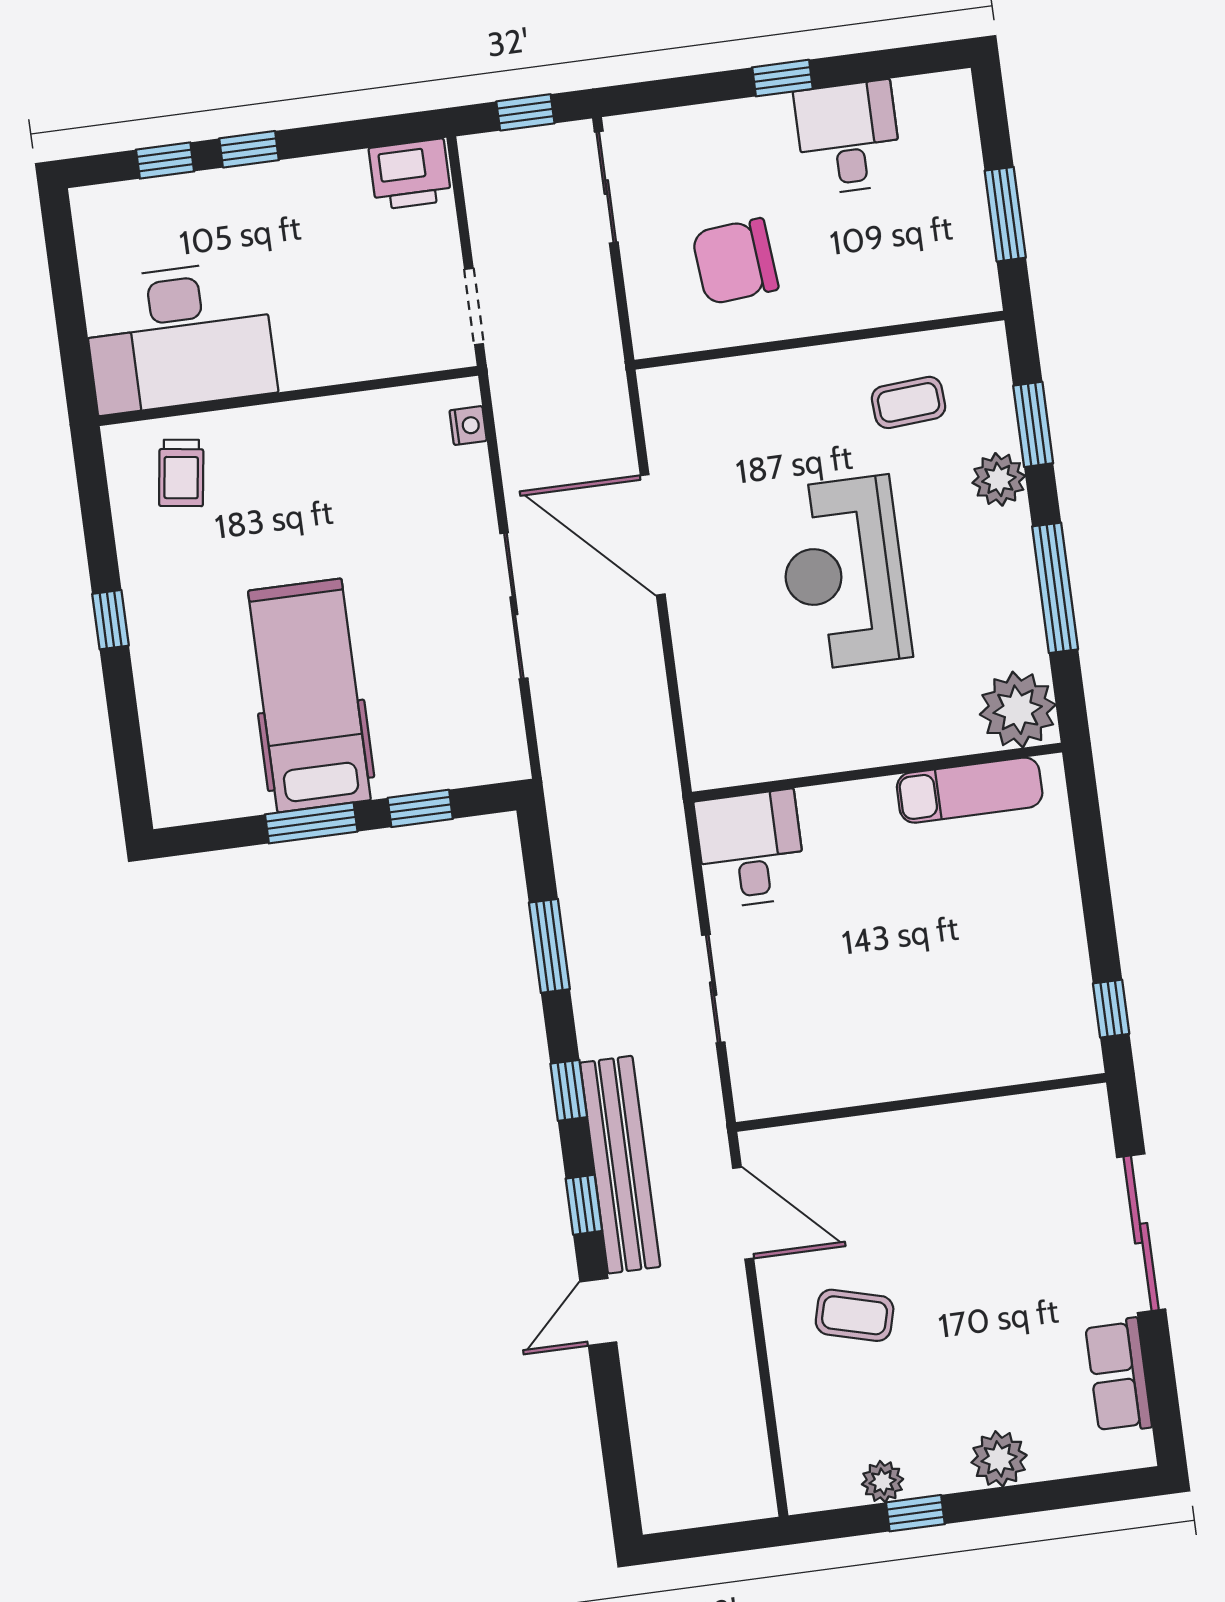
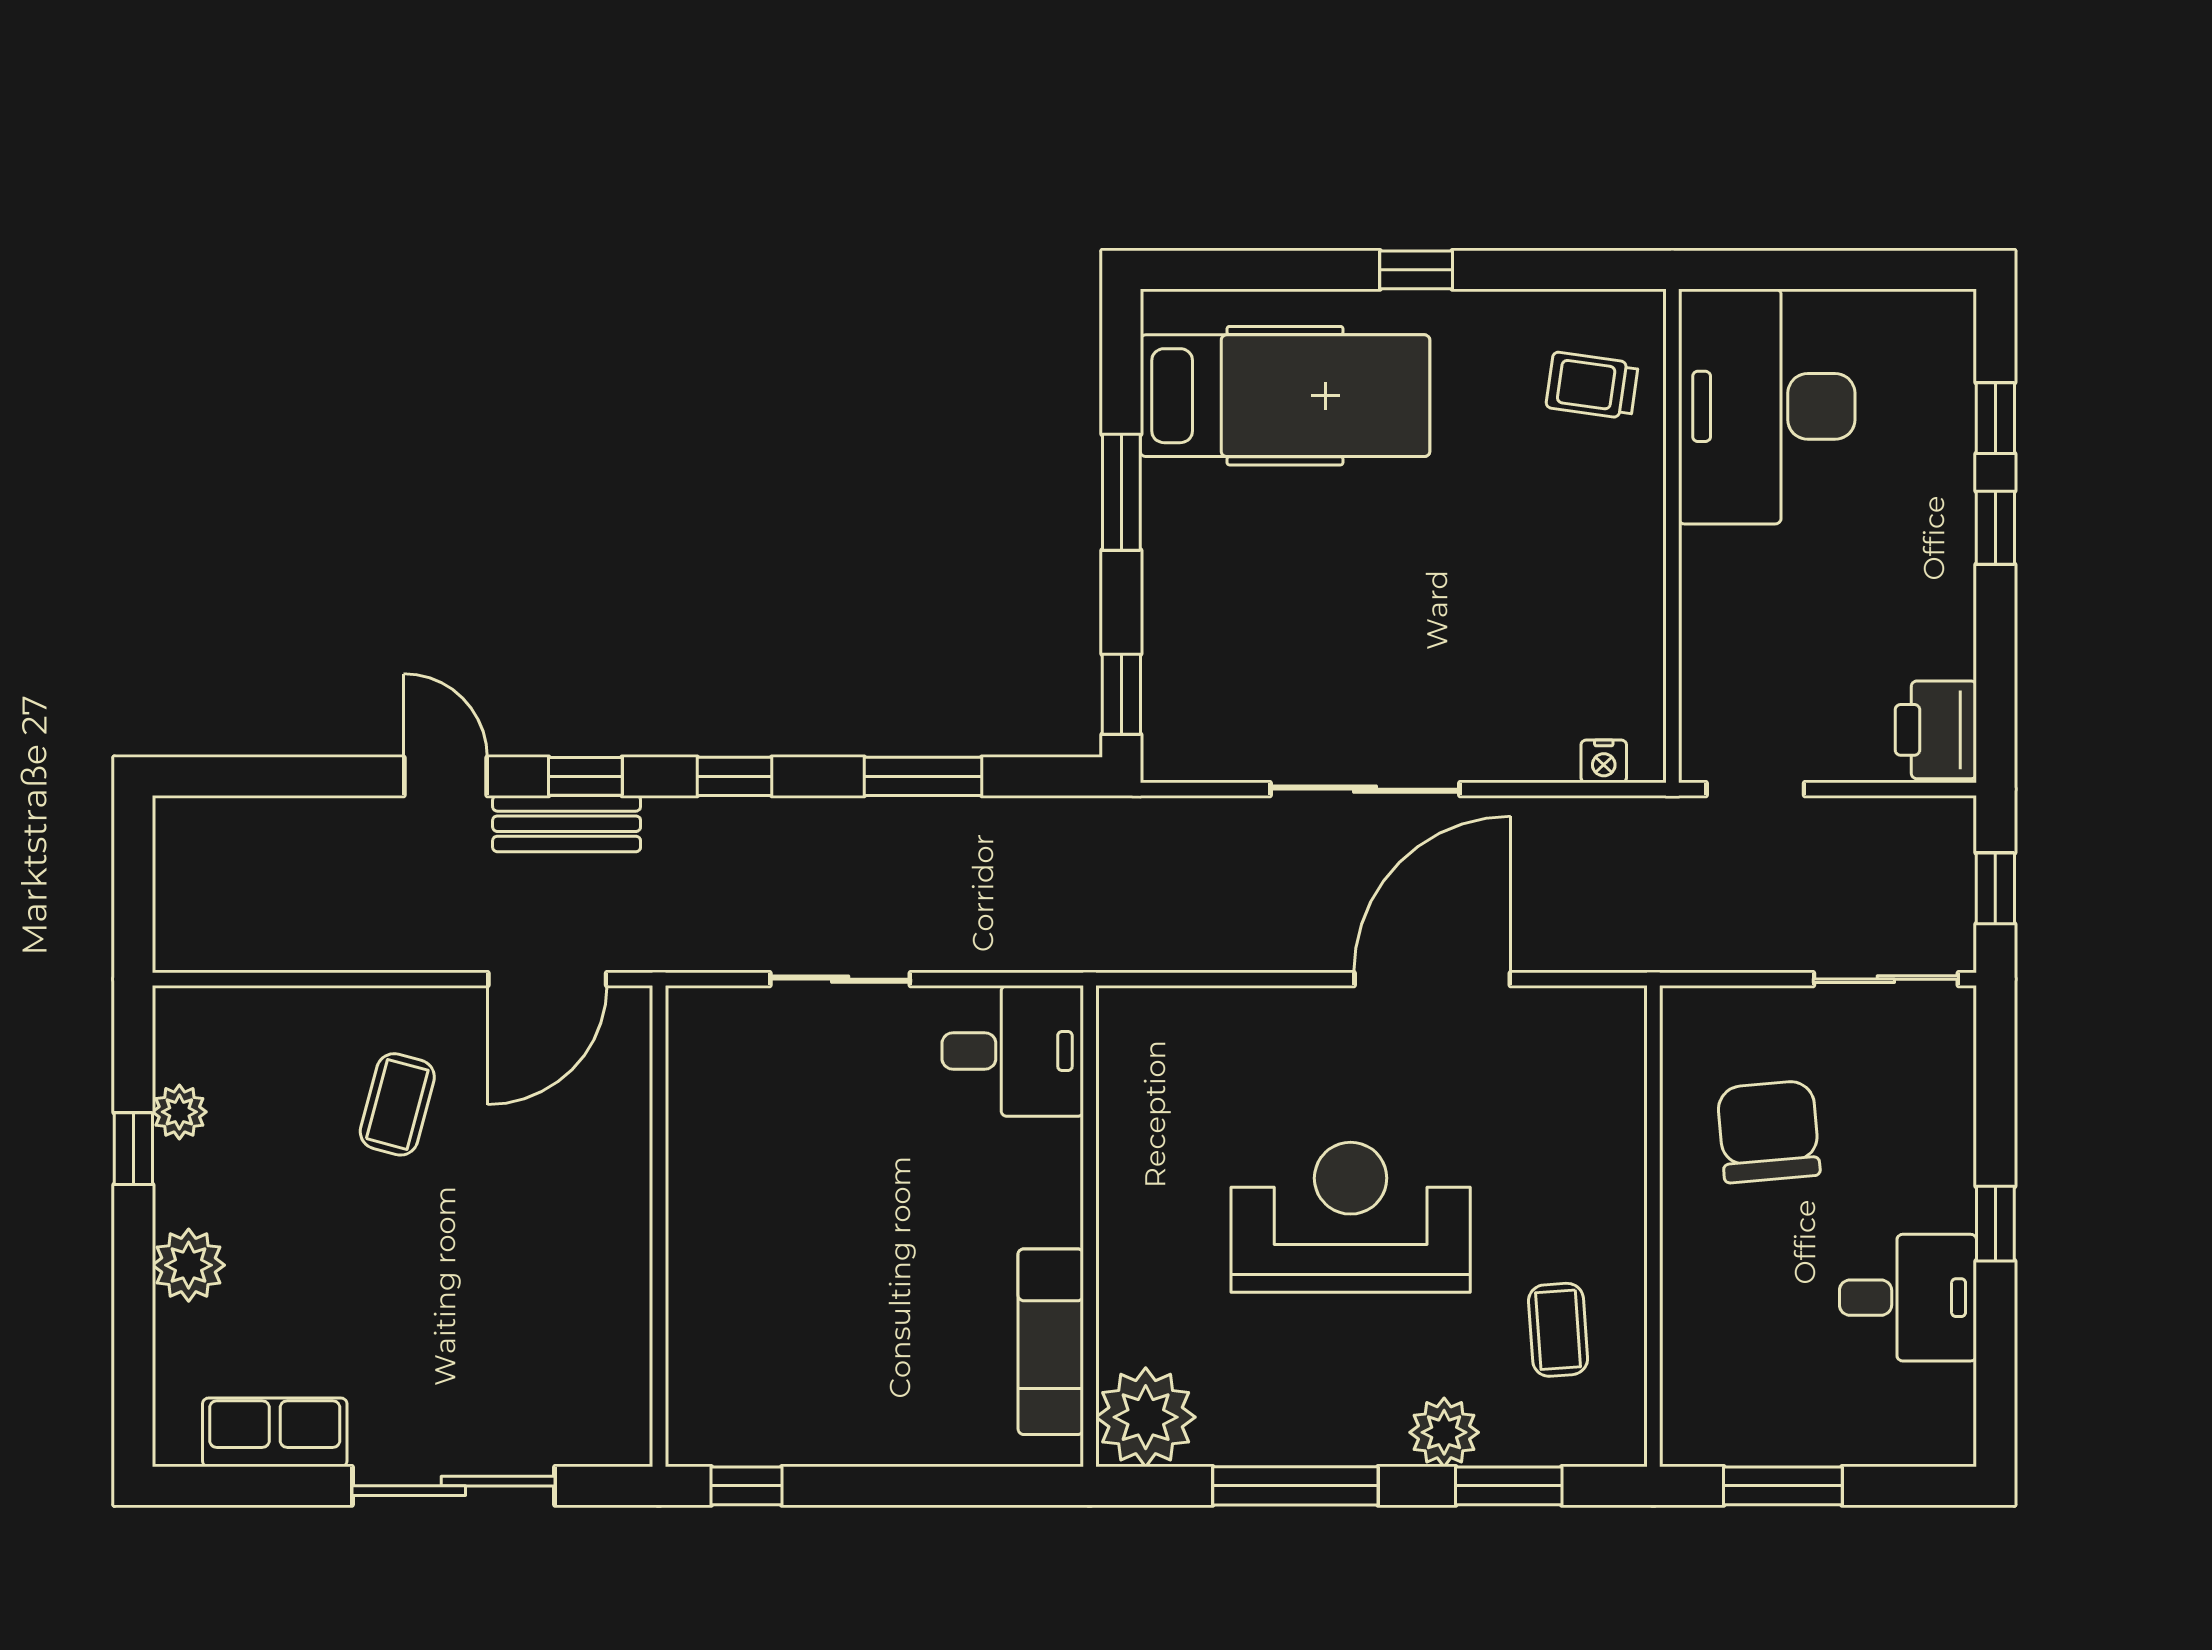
hospital bed: (309, 695) -> (1285, 396), moved
window: (420, 808) -> (1121, 694), moved
bench: (620, 1165) -> (567, 824), width x0.54, depth x0.82

